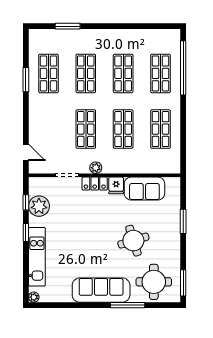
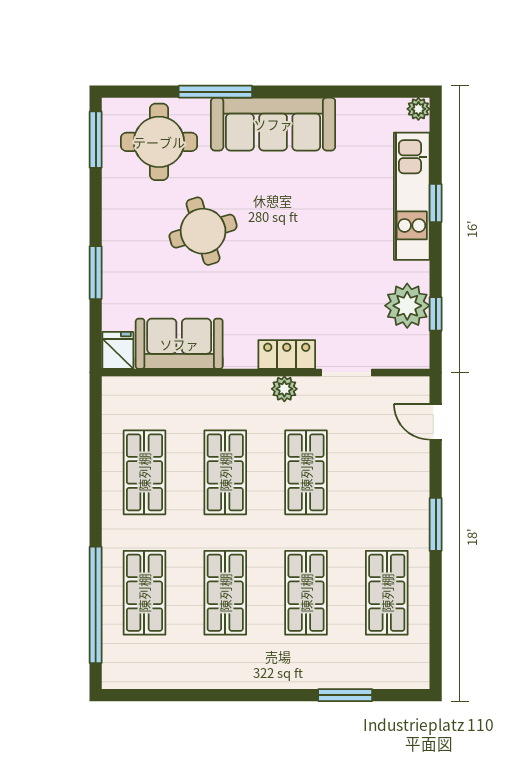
window: (26, 80) -> (436, 524), moved
fridge: (116, 185) -> (118, 350), moved
window: (26, 233) -> (436, 203), moved

